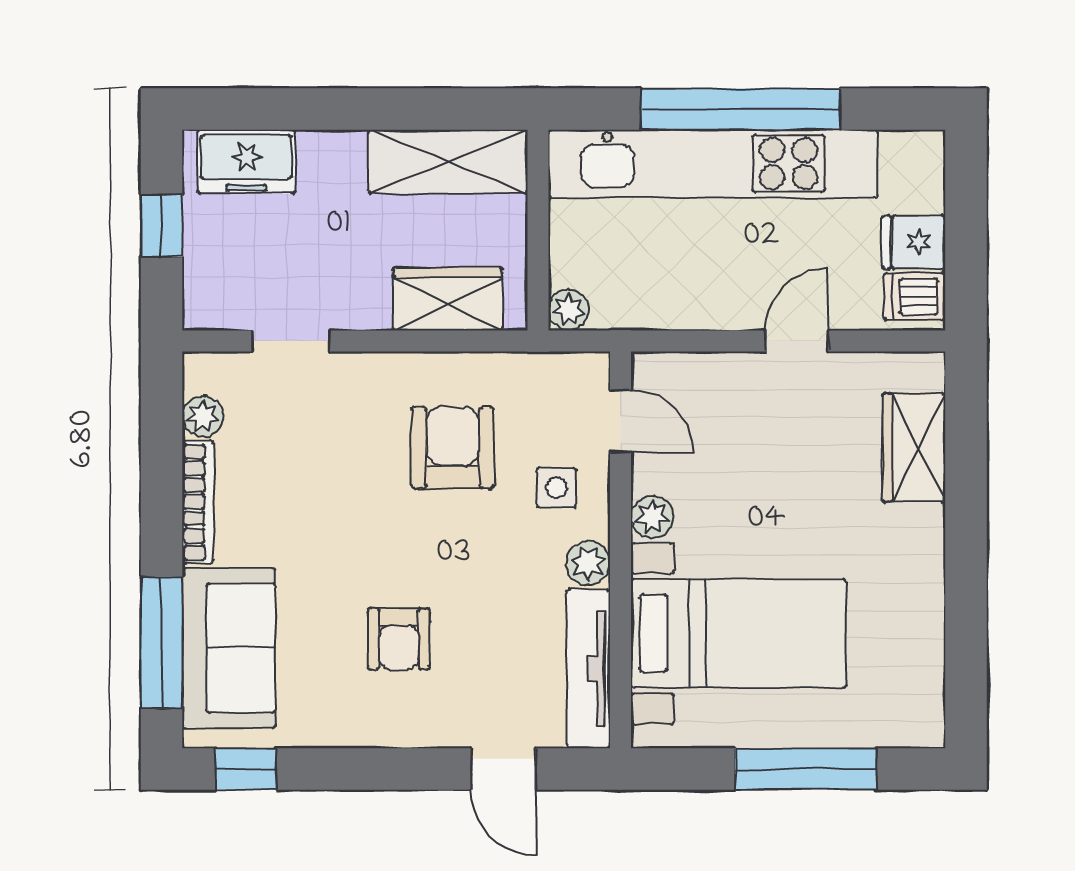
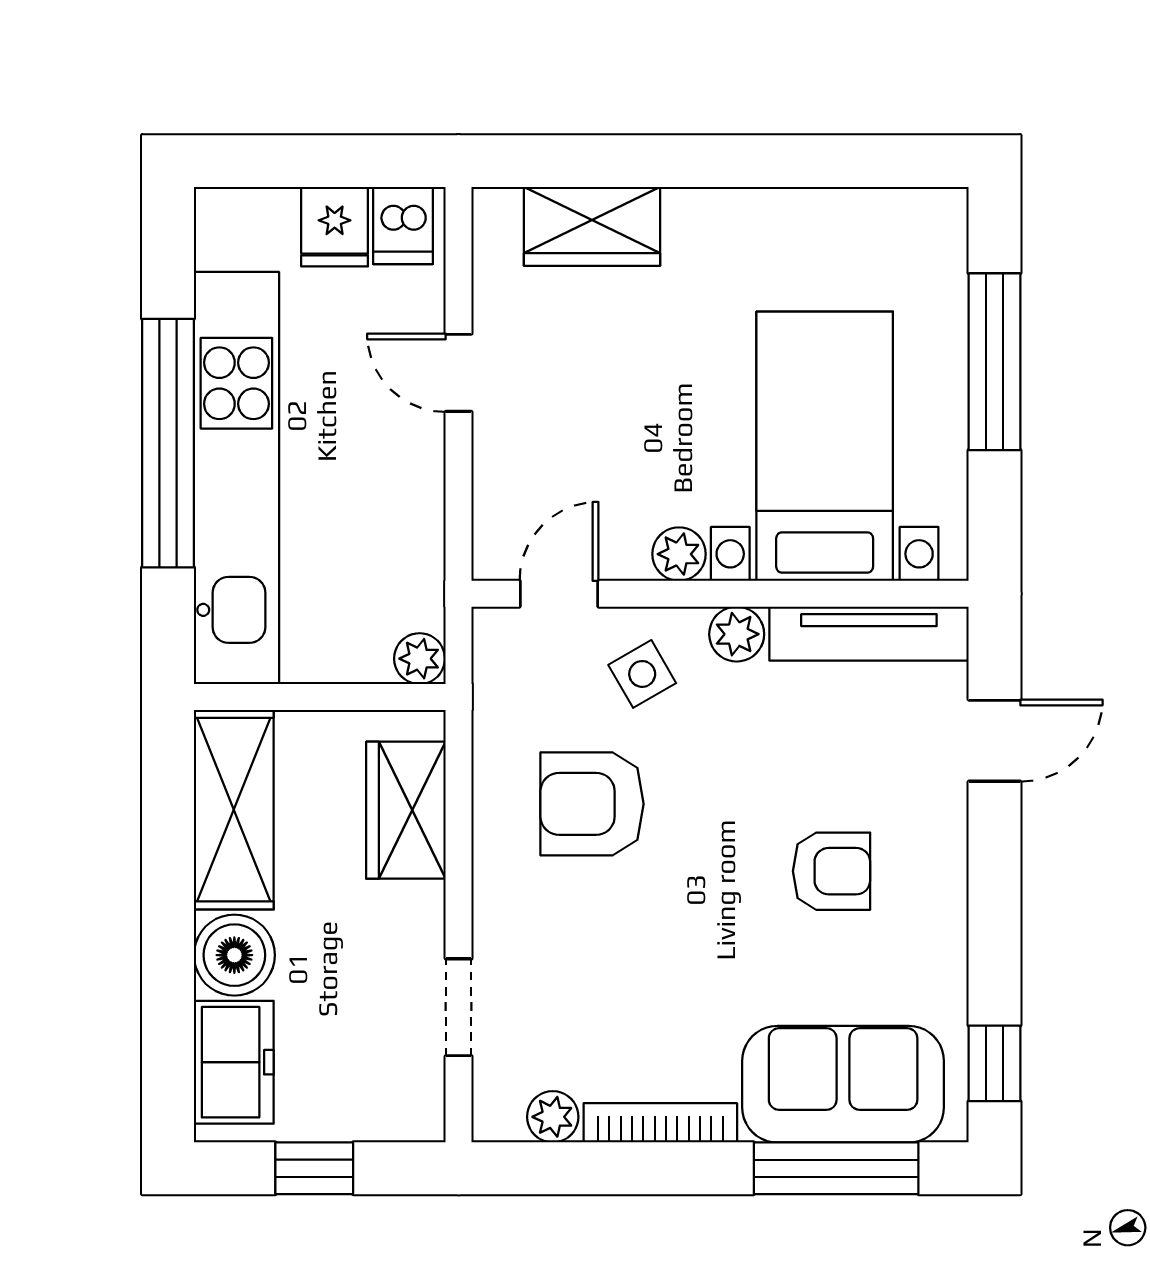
boiler: (332, 162) -> (234, 955), added
side table: (556, 488) -> (642, 674), turned -30

